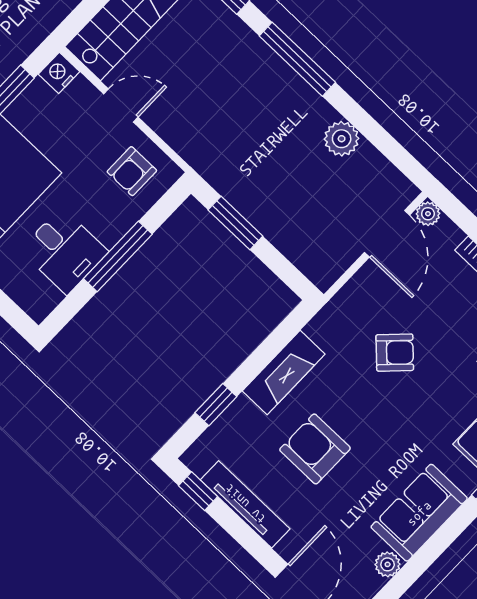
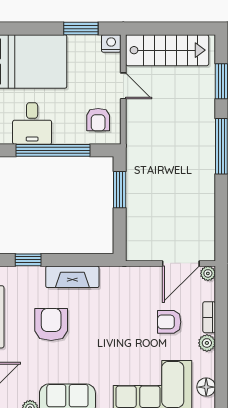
plant: (342, 139) -> (204, 201), removed
armchair: (132, 171) -> (98, 120), turned -90
window: (118, 256) -> (53, 150), width x1.46
armchair: (395, 353) -> (169, 322), moved, turned 135

